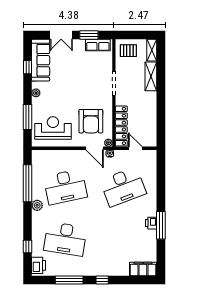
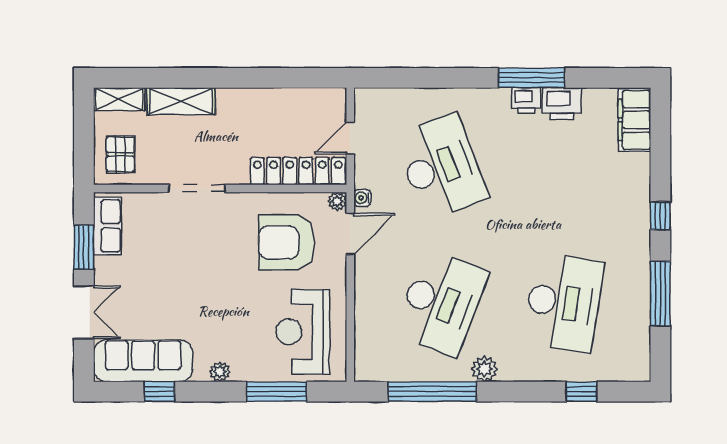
armchair: (91, 121) -> (287, 242), turned 180
desk: (65, 187) -> (441, 303), turned 33
printer: (38, 265) -> (562, 104), moved, turned 180

